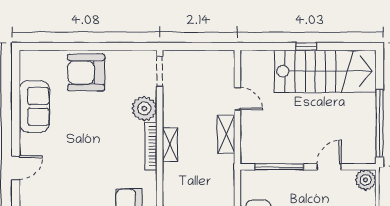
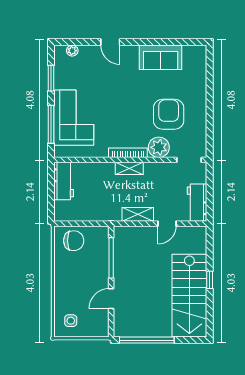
workbench: (212, 62) -> (197, 203), added
armchair: (86, 72) -> (169, 114), moved
door: (329, 167) -> (111, 299), swing flipped
plant: (366, 180) -> (100, 329), removed

